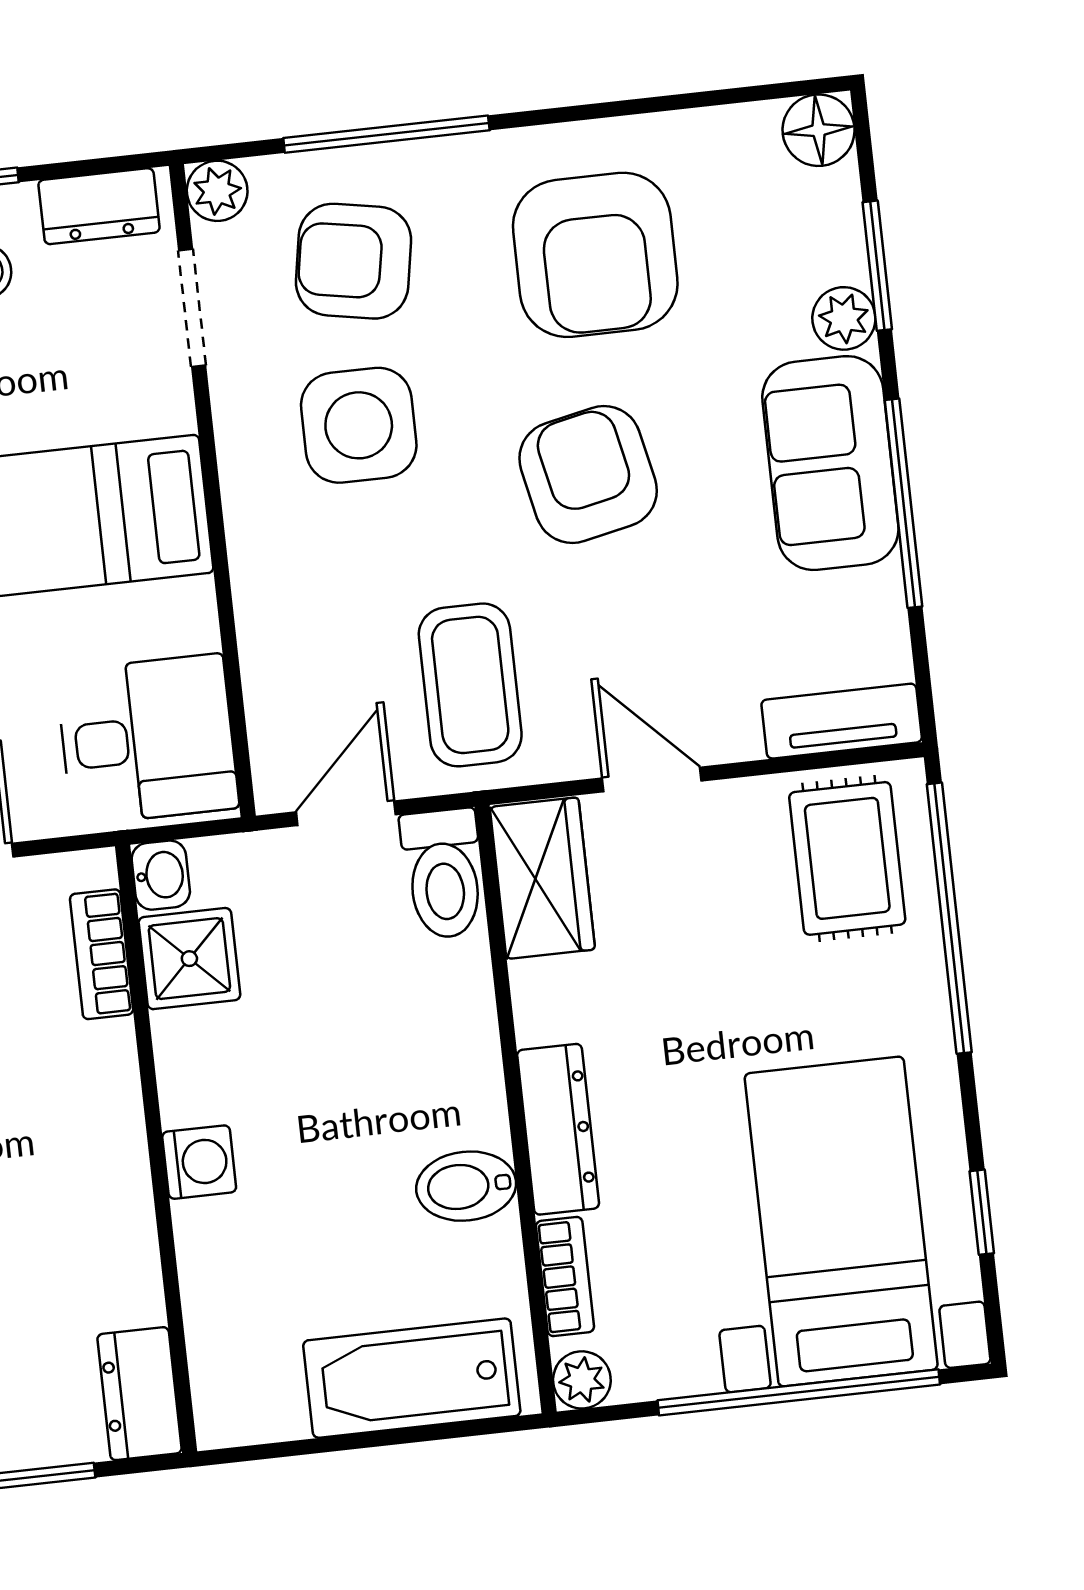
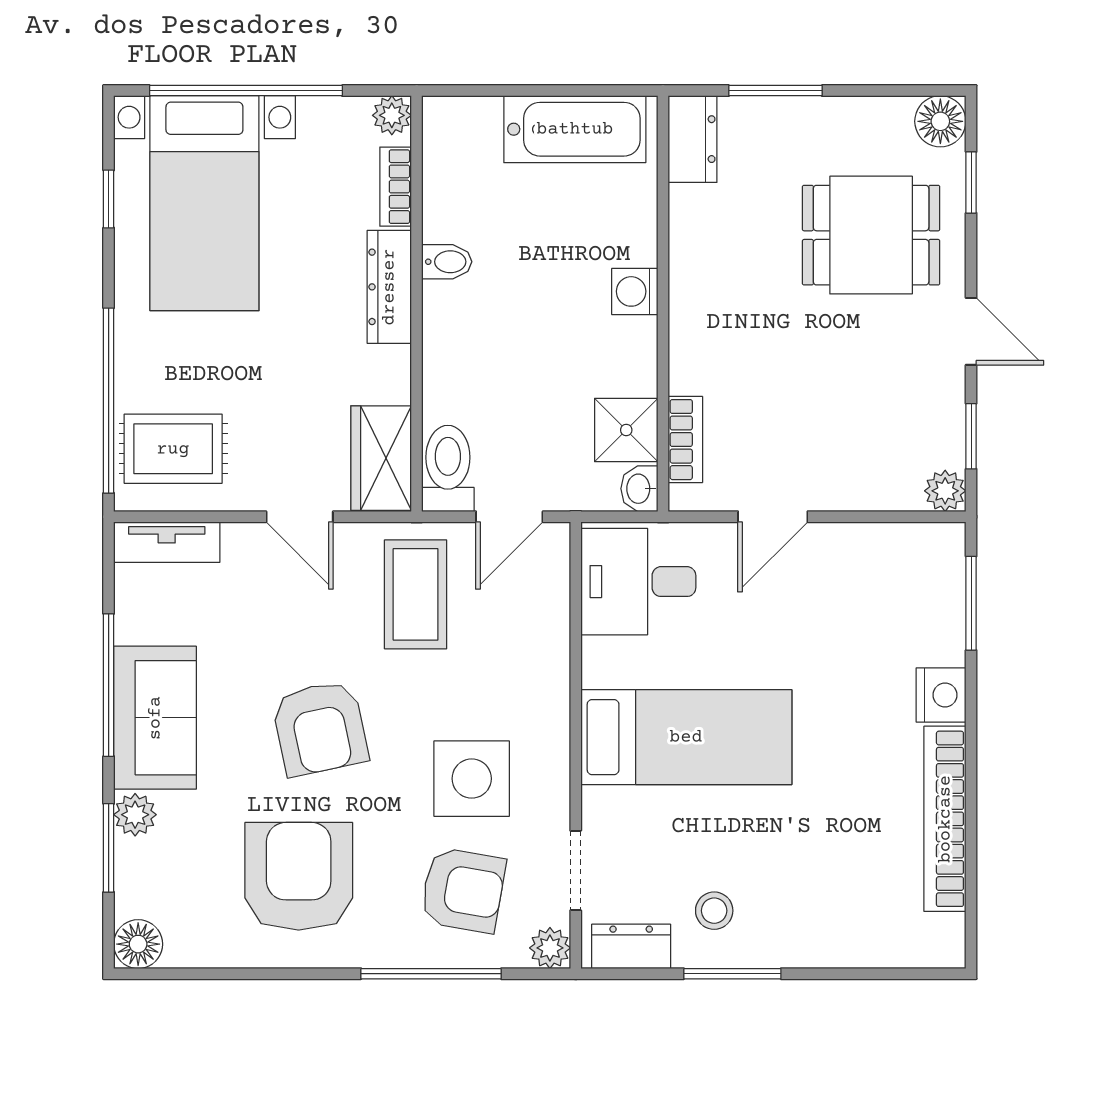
rug: (847, 858) -> (173, 449), turned 90
bidet: (466, 1186) -> (447, 262), width x0.72, depth x0.74
bathtub: (412, 1378) -> (575, 129), moved

